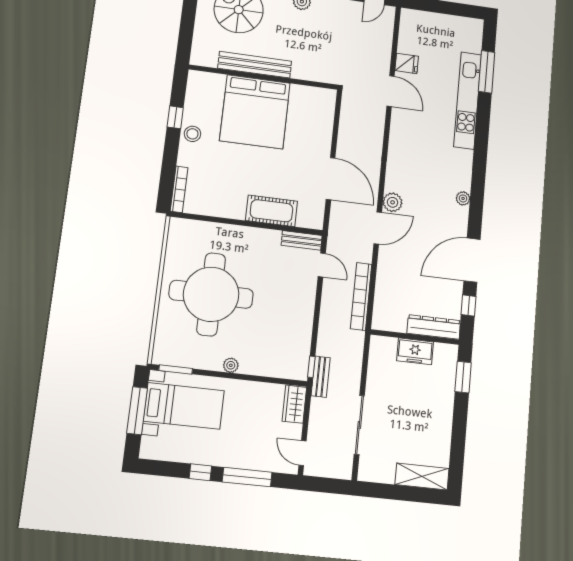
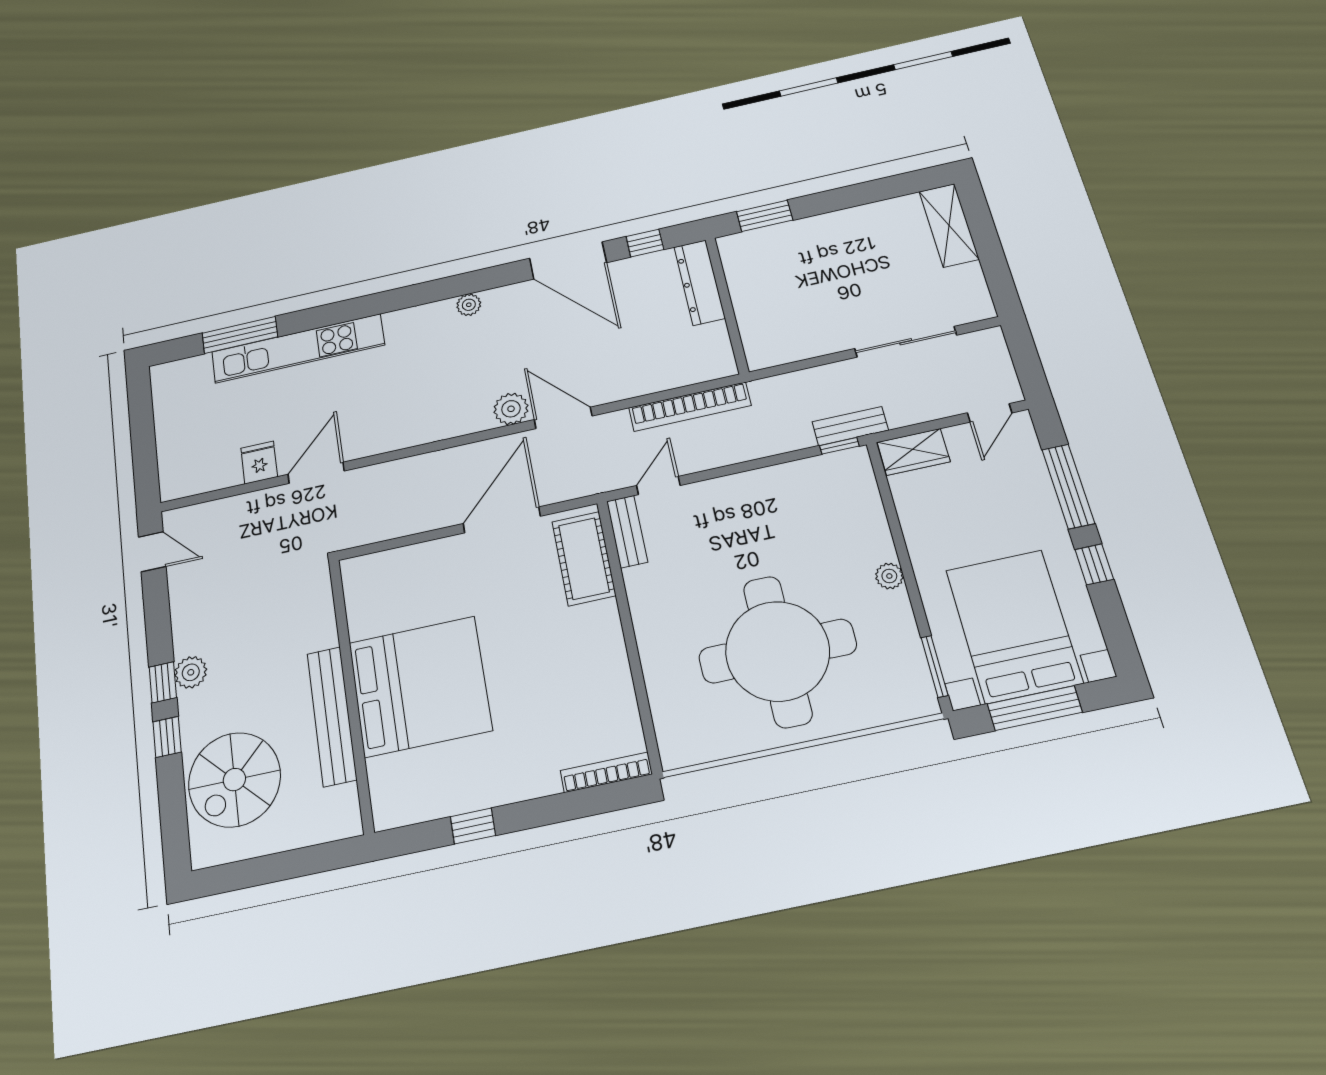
stool: (192, 134) -> (495, 784), removed
cot: (271, 211) -> (584, 559), moved
freezer: (415, 351) -> (750, 297), removed
bed with nightstands: (184, 406) -> (1014, 626), width x1.36

